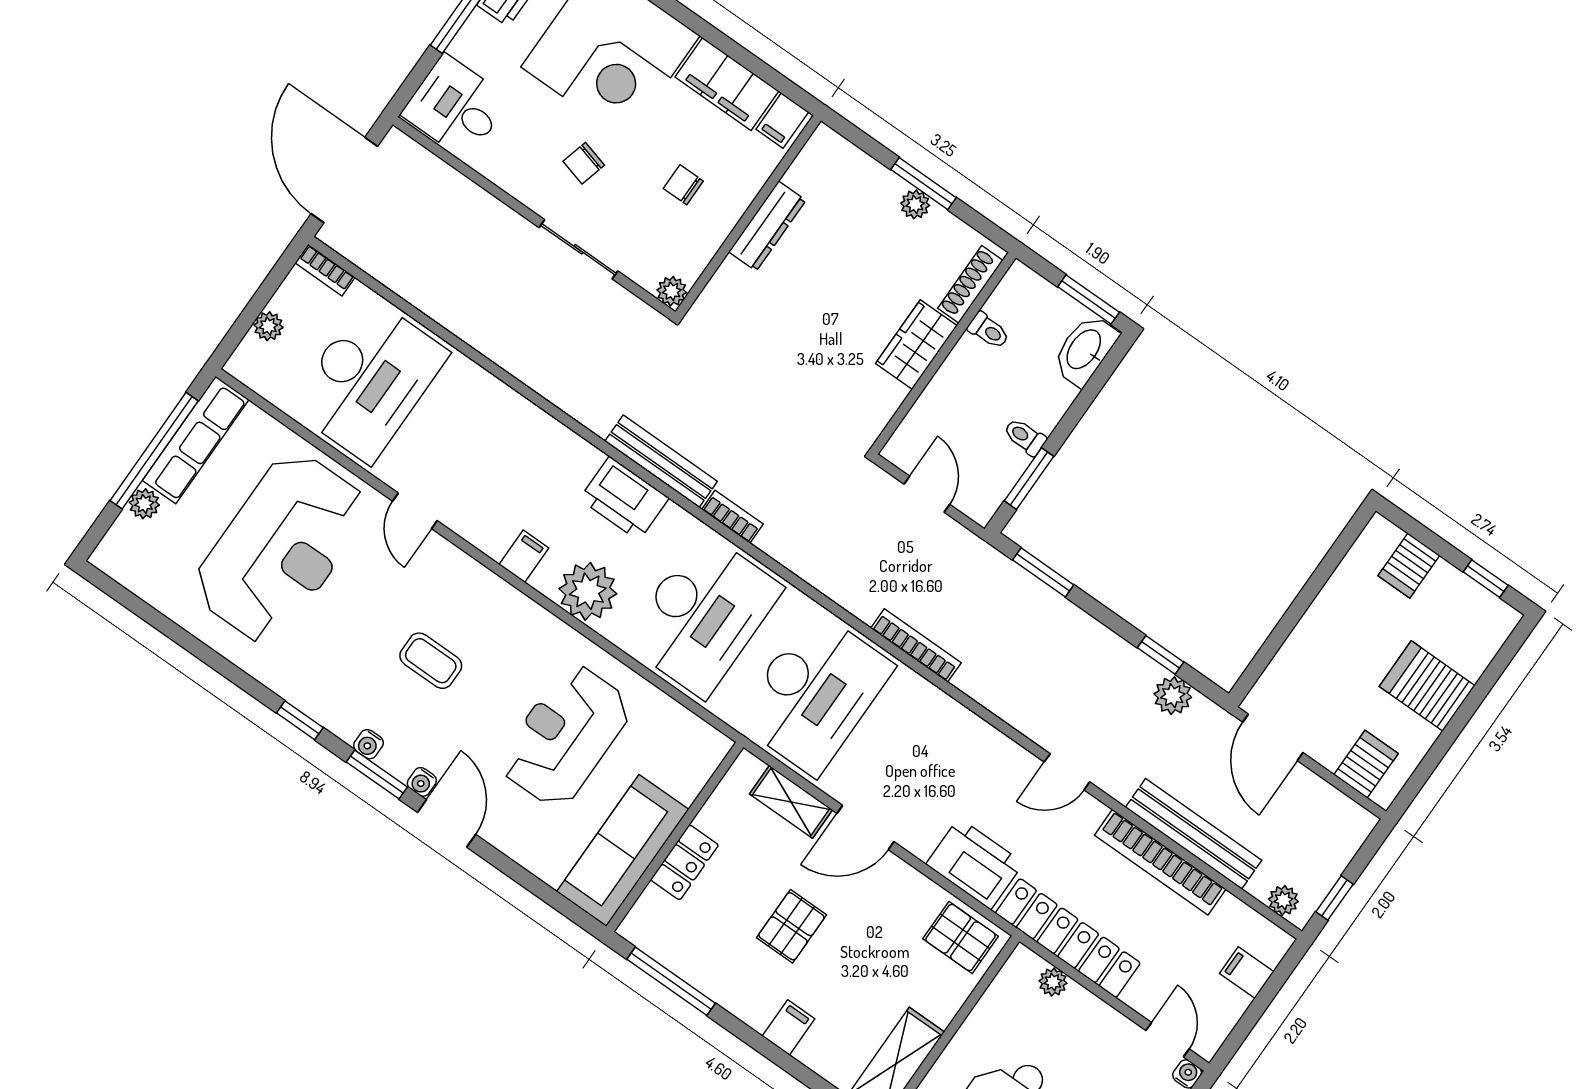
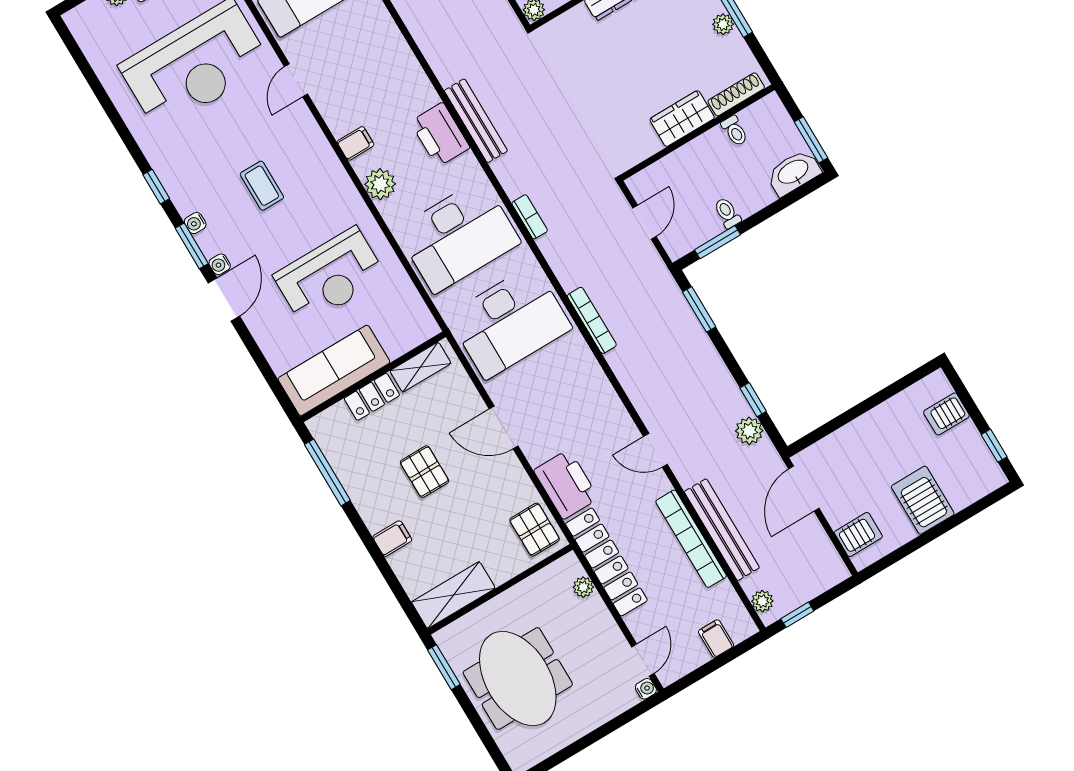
bookcase: (732, 517) -> (530, 217), moved
plant: (588, 591) -> (380, 184), width x0.73, depth x0.73
reception desk: (565, 736) -> (330, 276), turned 180
shelving: (791, 802) -> (420, 367), moved, turned 90
pallet: (791, 926) -> (424, 472), turned 90

